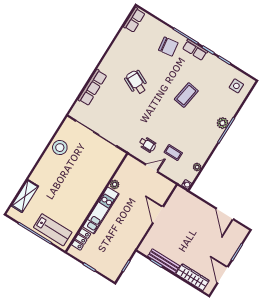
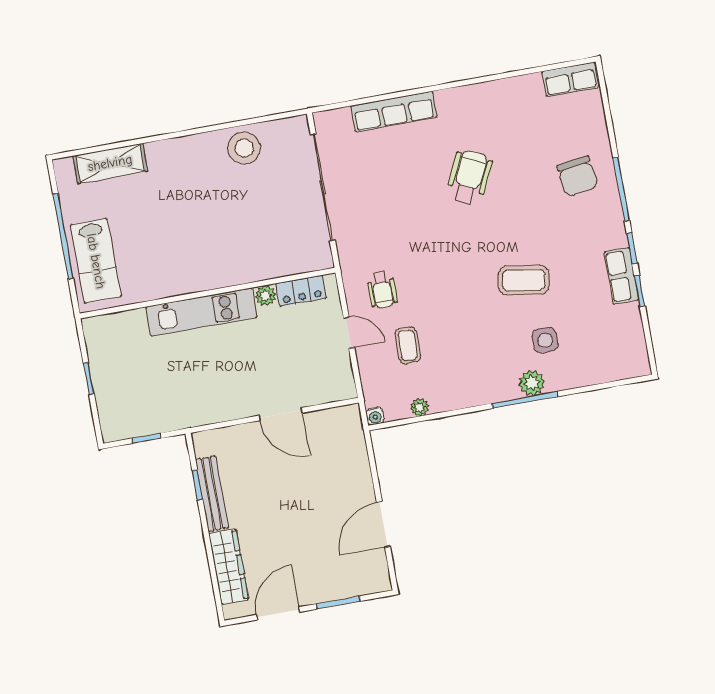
row of seats: (195, 50) -> (621, 276), moved
side table: (236, 86) -> (545, 340), moved
door: (158, 215) -> (281, 414), swing flipped
locker: (81, 239) -> (301, 291), moved

